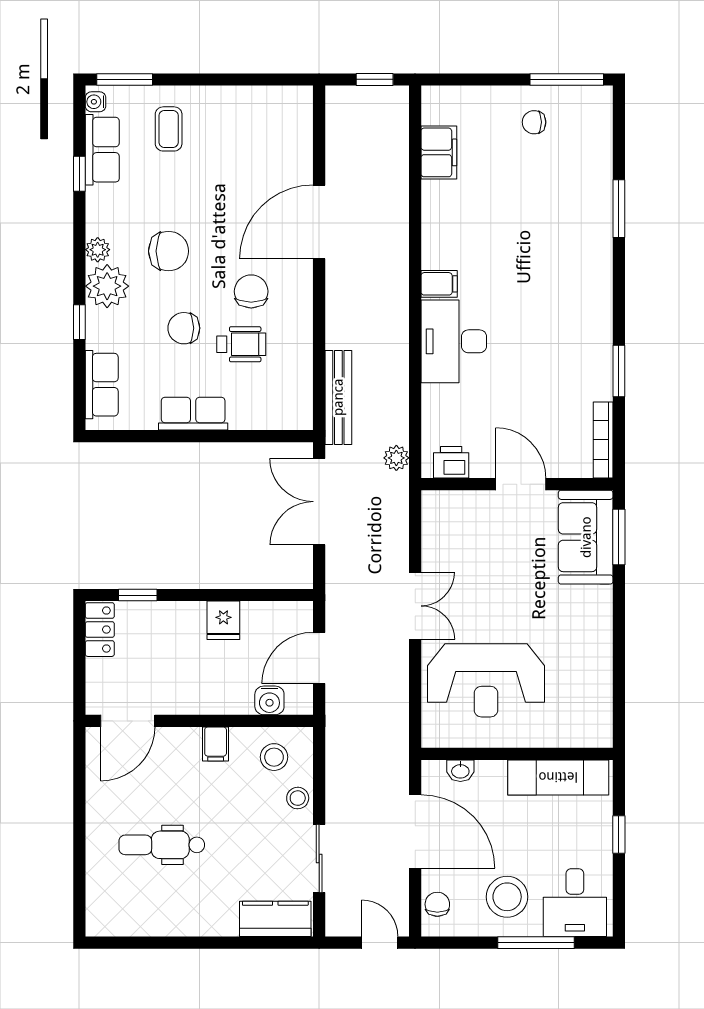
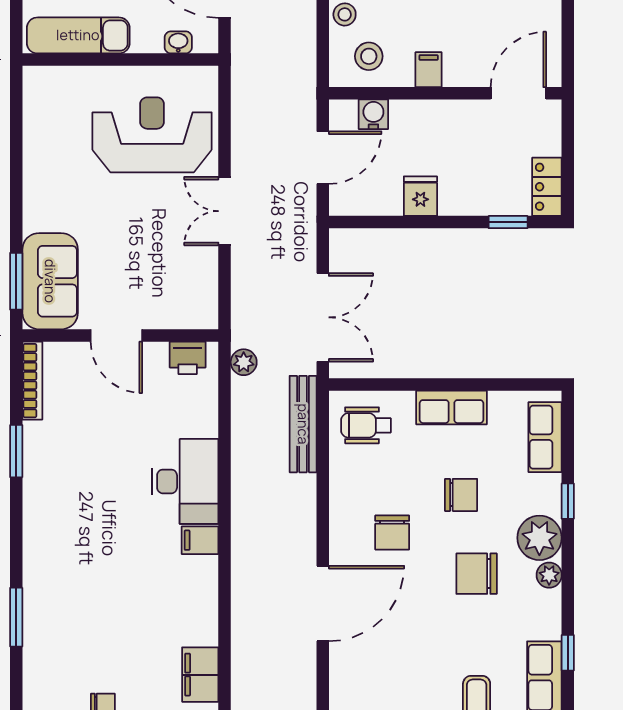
wheelchair: (241, 344) -> (366, 425), moved

